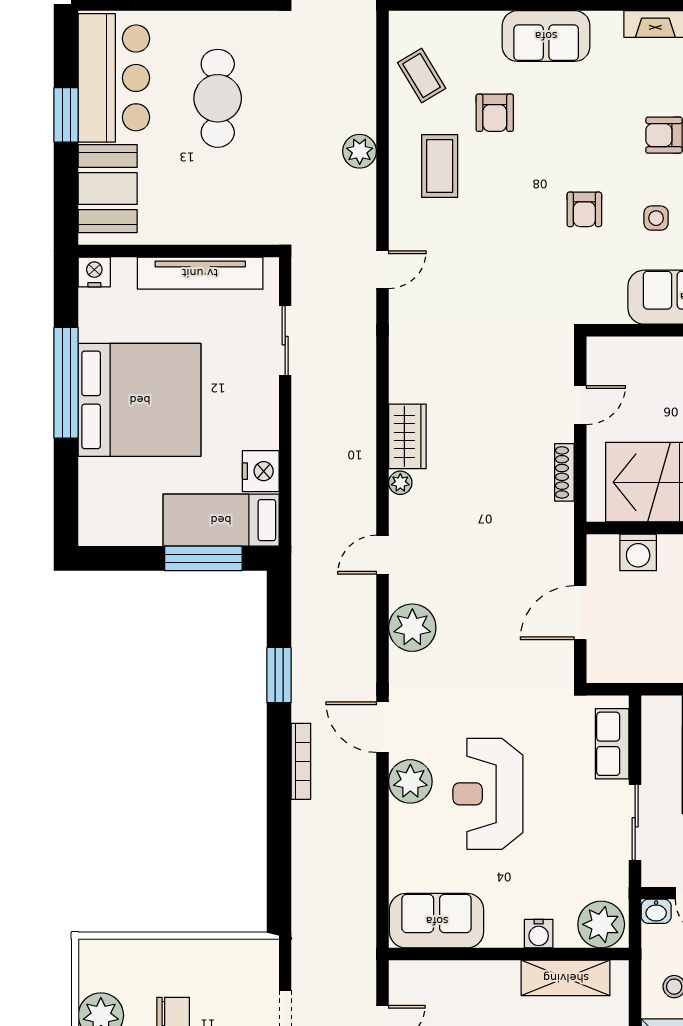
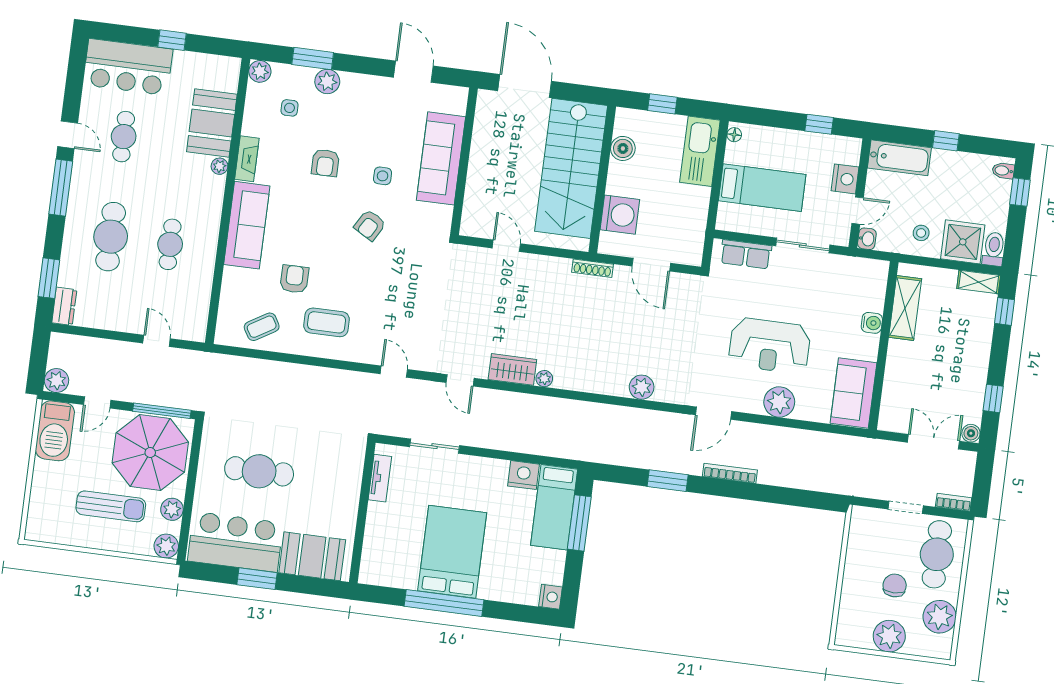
sofa: (546, 36) -> (247, 225), width x1.36
armchair: (495, 113) -> (294, 279), turned -90
plant: (360, 151) -> (309, 377), removed
armchair: (584, 209) -> (370, 225), turned 120
nightstand: (94, 272) -> (550, 597), moved, turned 180
tv unit: (200, 273) -> (380, 478), width x0.52, depth x0.78
bed: (140, 400) -> (452, 552), width x0.73
shoe rack: (564, 472) -> (592, 268), moved
washing machine: (638, 552) -> (620, 215), width x1.37, depth x1.37
door: (383, 555) -> (460, 380), moved
plant: (412, 628) -> (642, 387), width x0.73, depth x0.73
plant: (410, 781) -> (779, 402), moved
plant: (601, 924) -> (871, 278), removed

